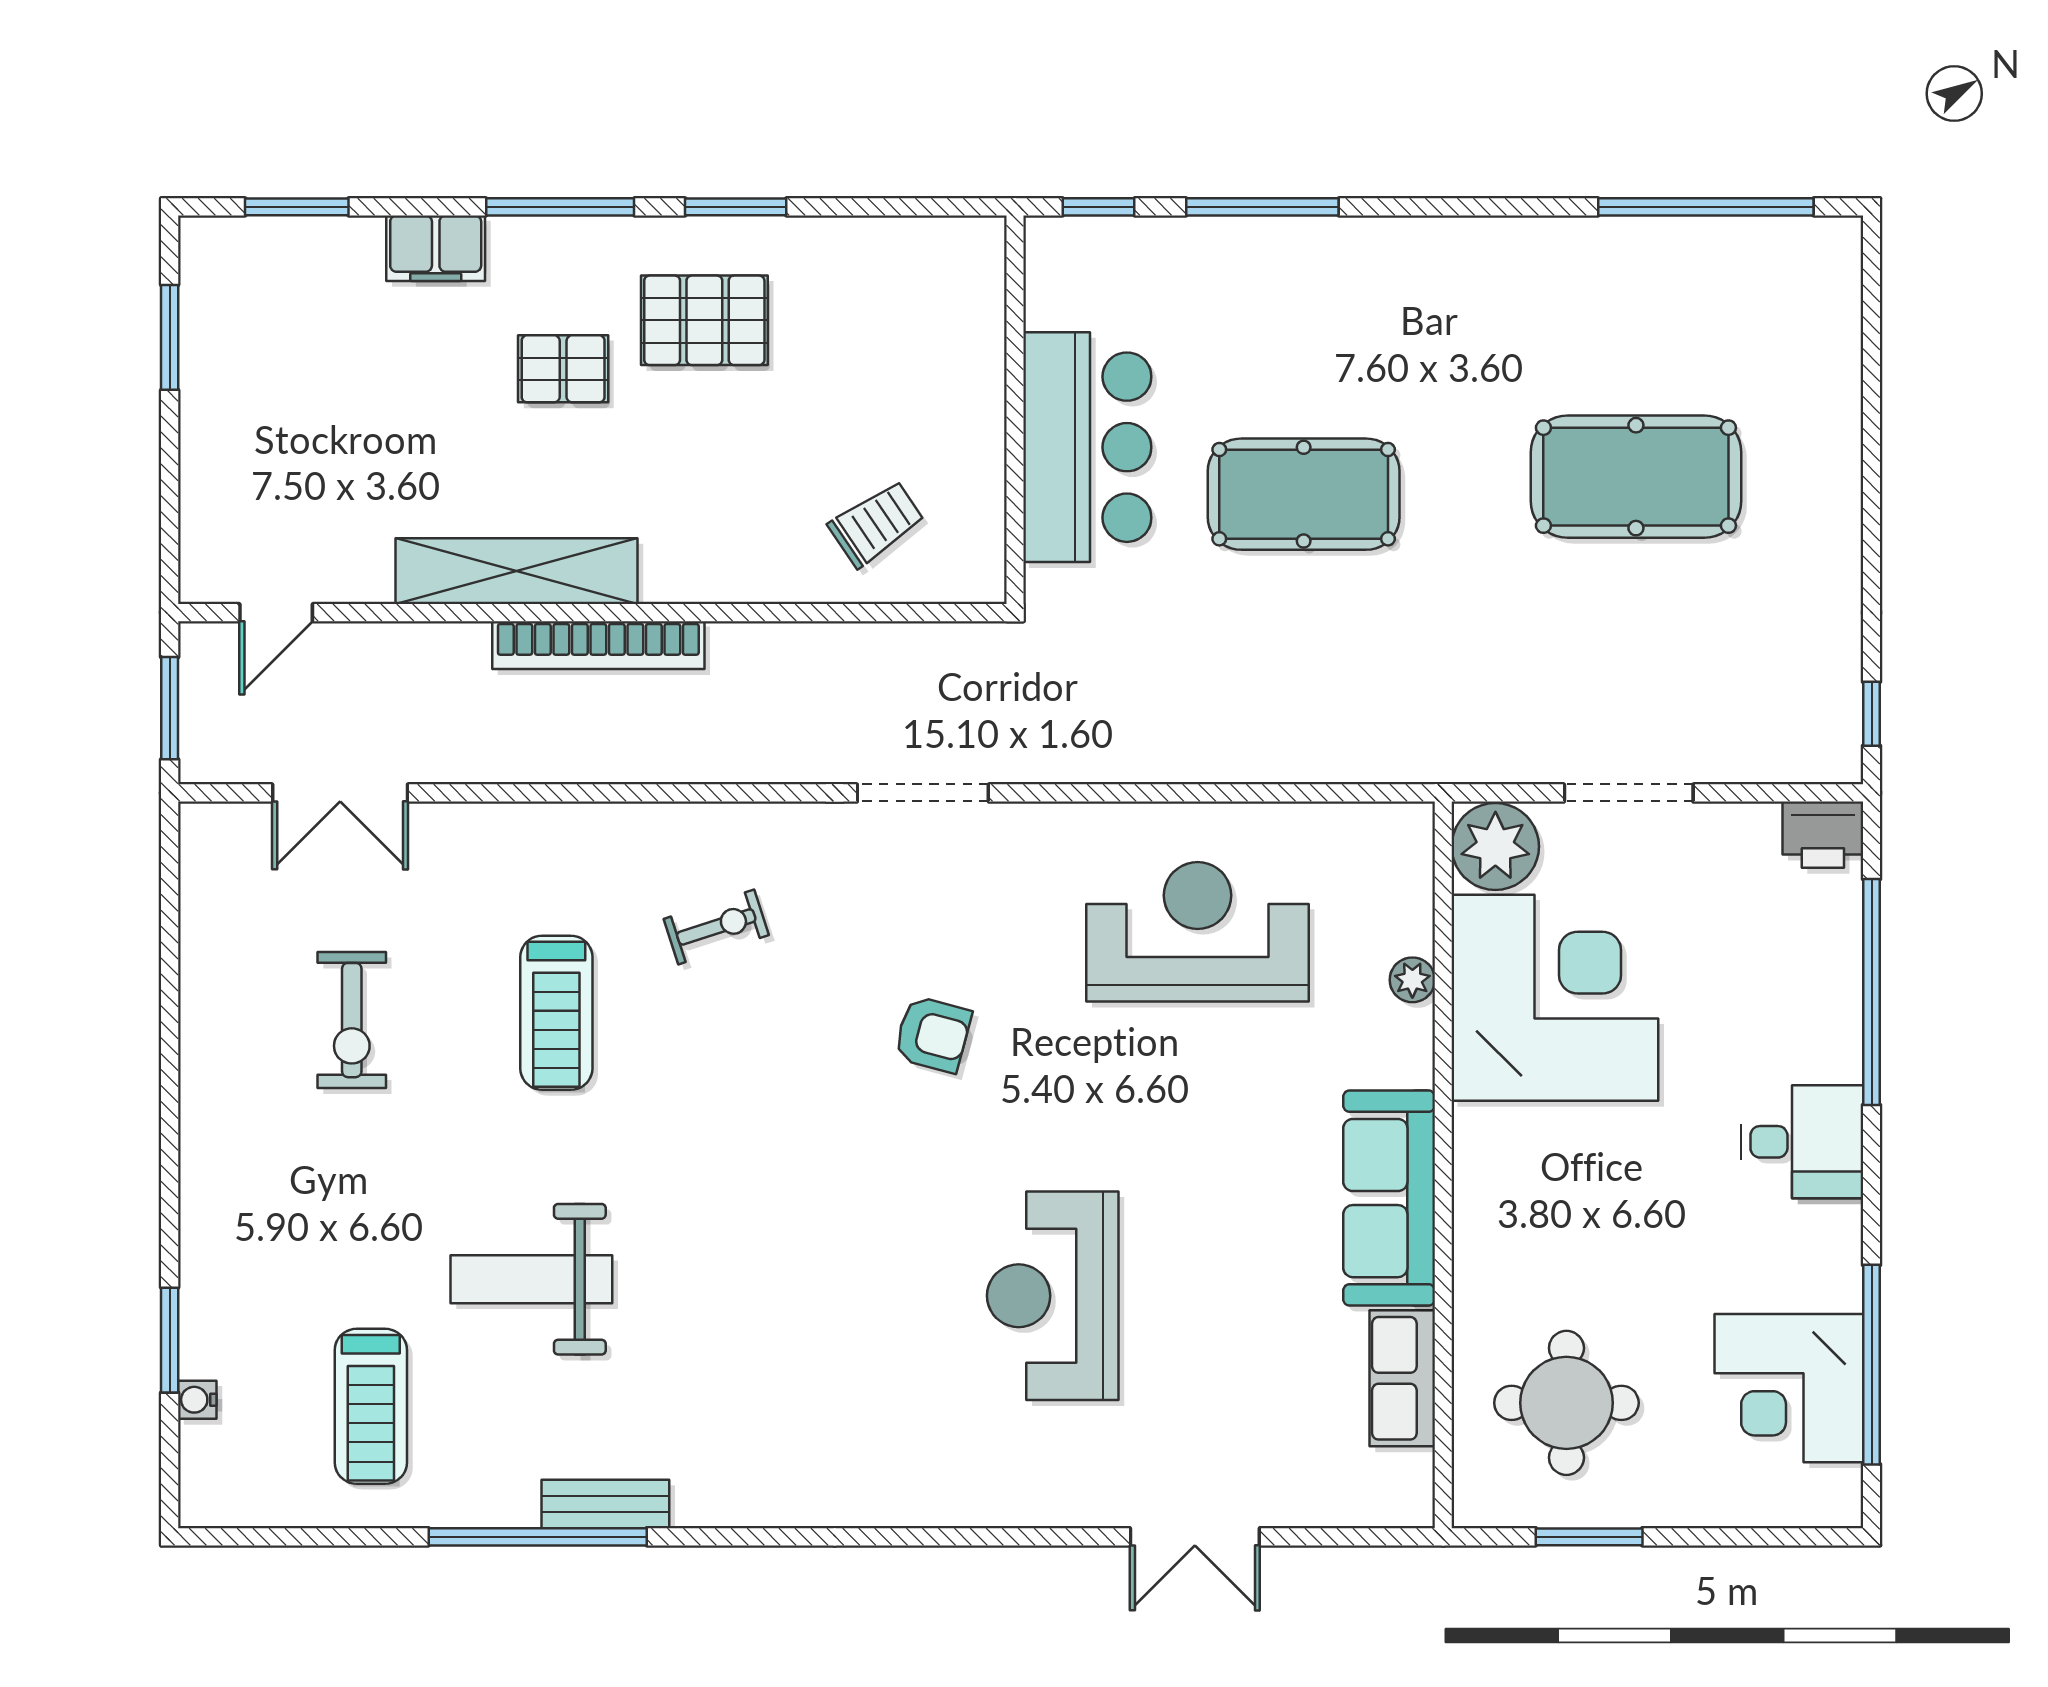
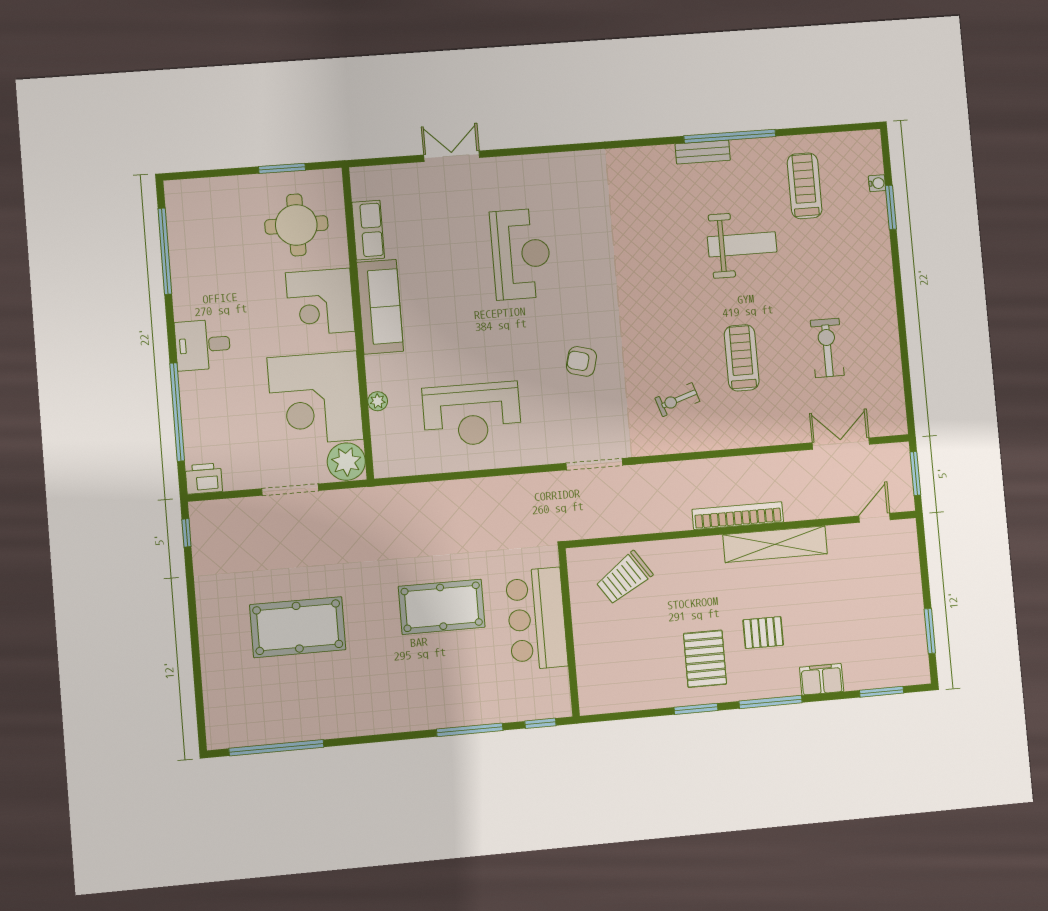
pallet: (704, 320) -> (705, 659), turned 90
trolley: (876, 524) -> (624, 578), width x1.36, depth x1.39
corner desk: (1789, 1388) -> (320, 302), moved, turned 180

